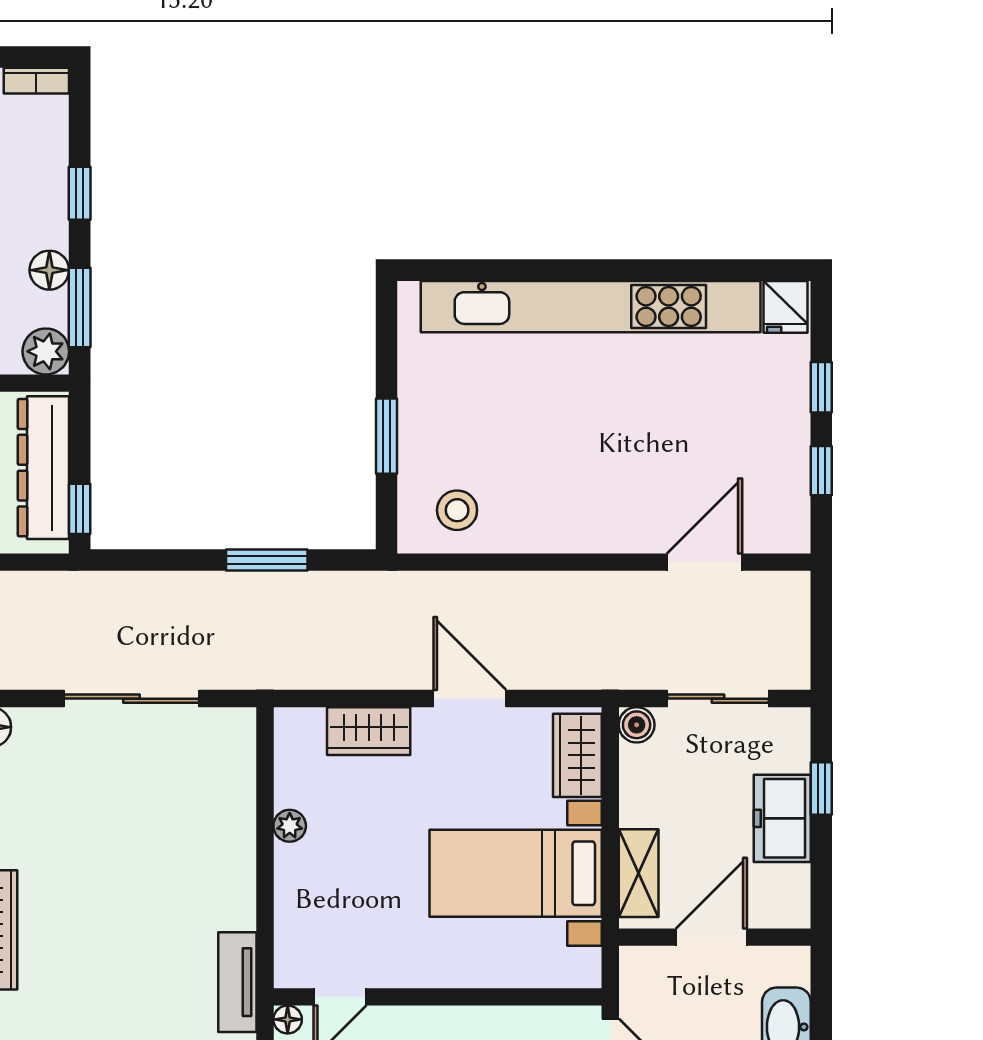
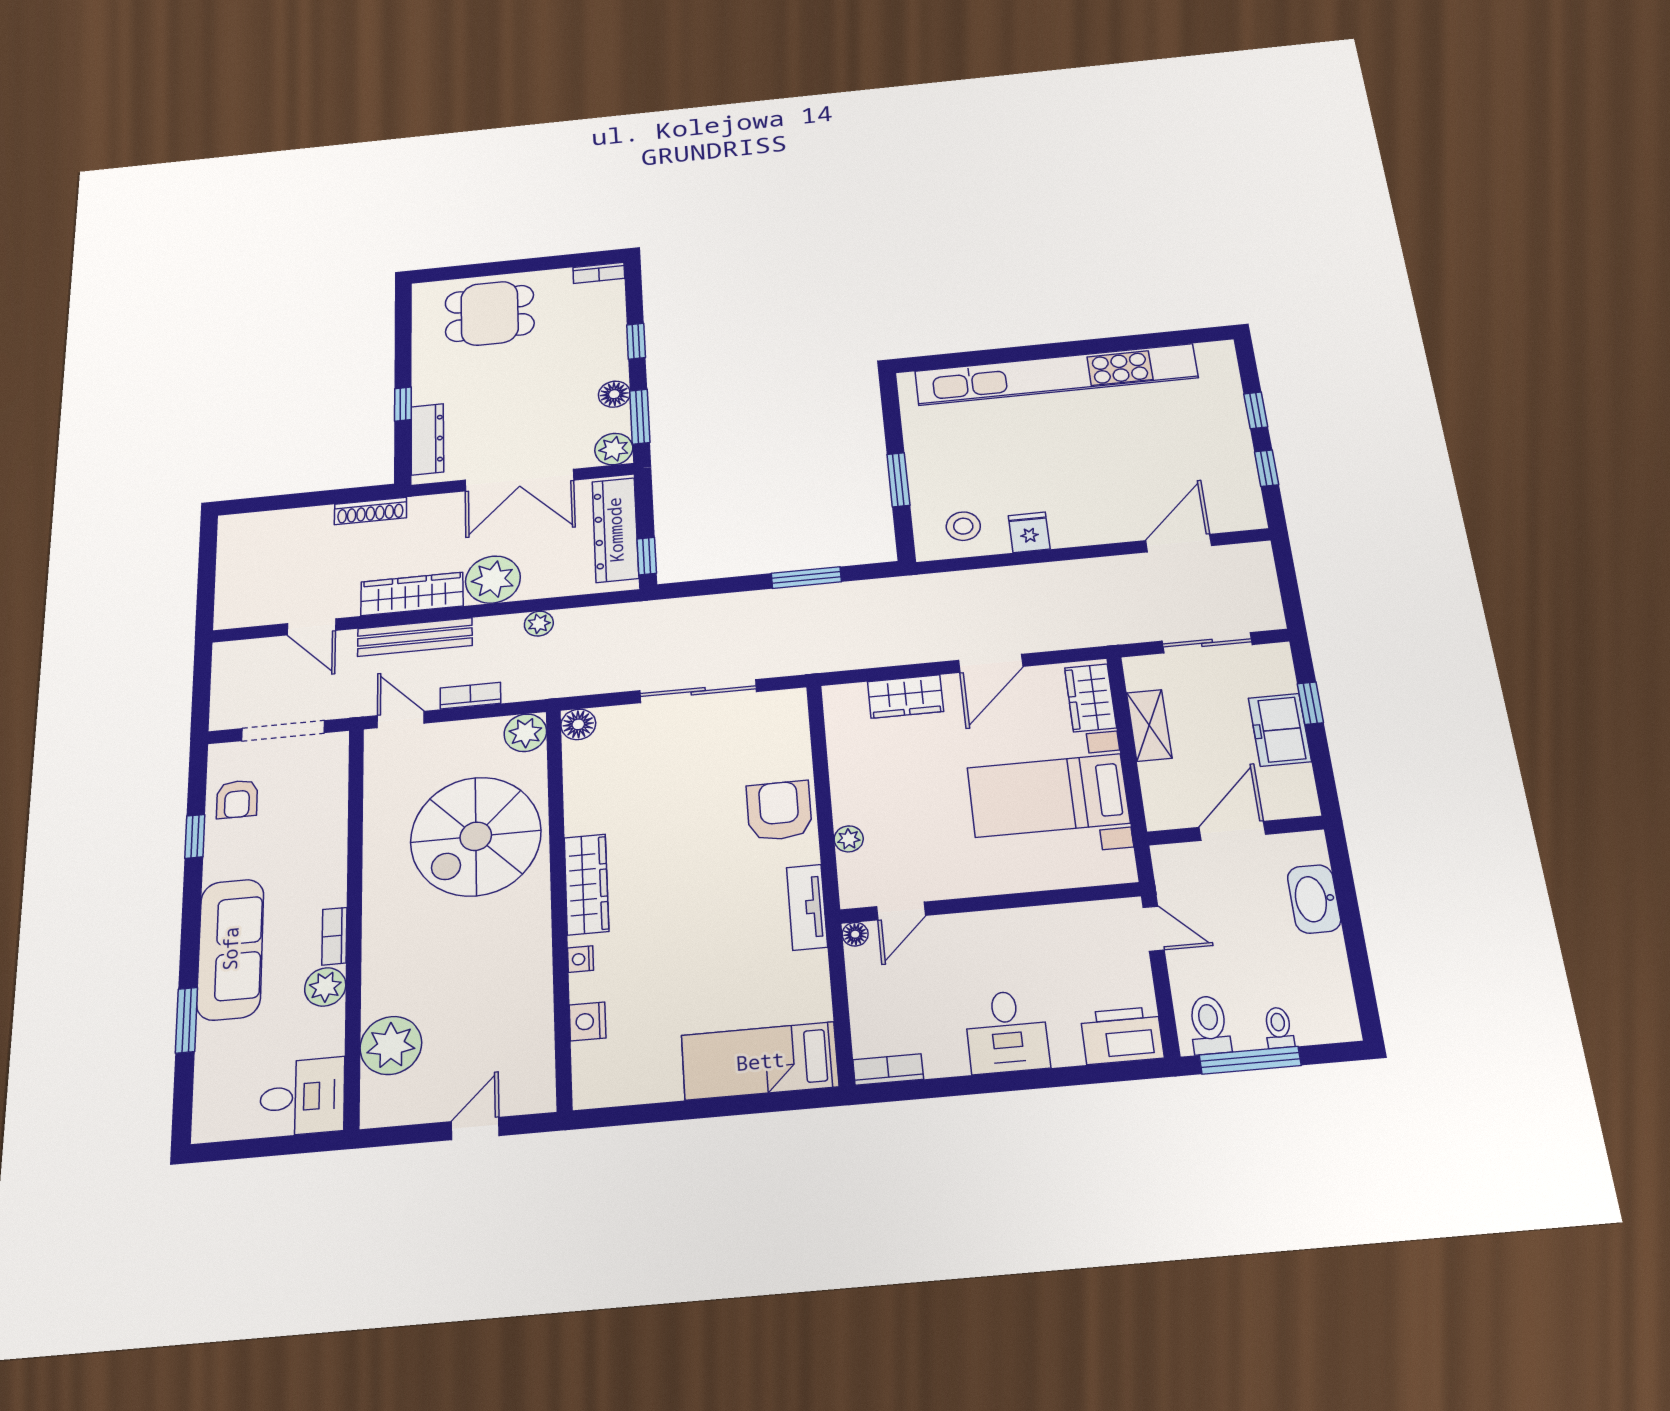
fridge: (786, 307) -> (1029, 532), moved, turned 180
door: (470, 699) -> (991, 663), swing flipped
boiler: (637, 725) -> (1139, 670), removed
plant: (290, 826) -> (849, 839), moved
armchair: (215, 861) -> (779, 811), added
shelving: (639, 873) -> (1149, 725), moved

